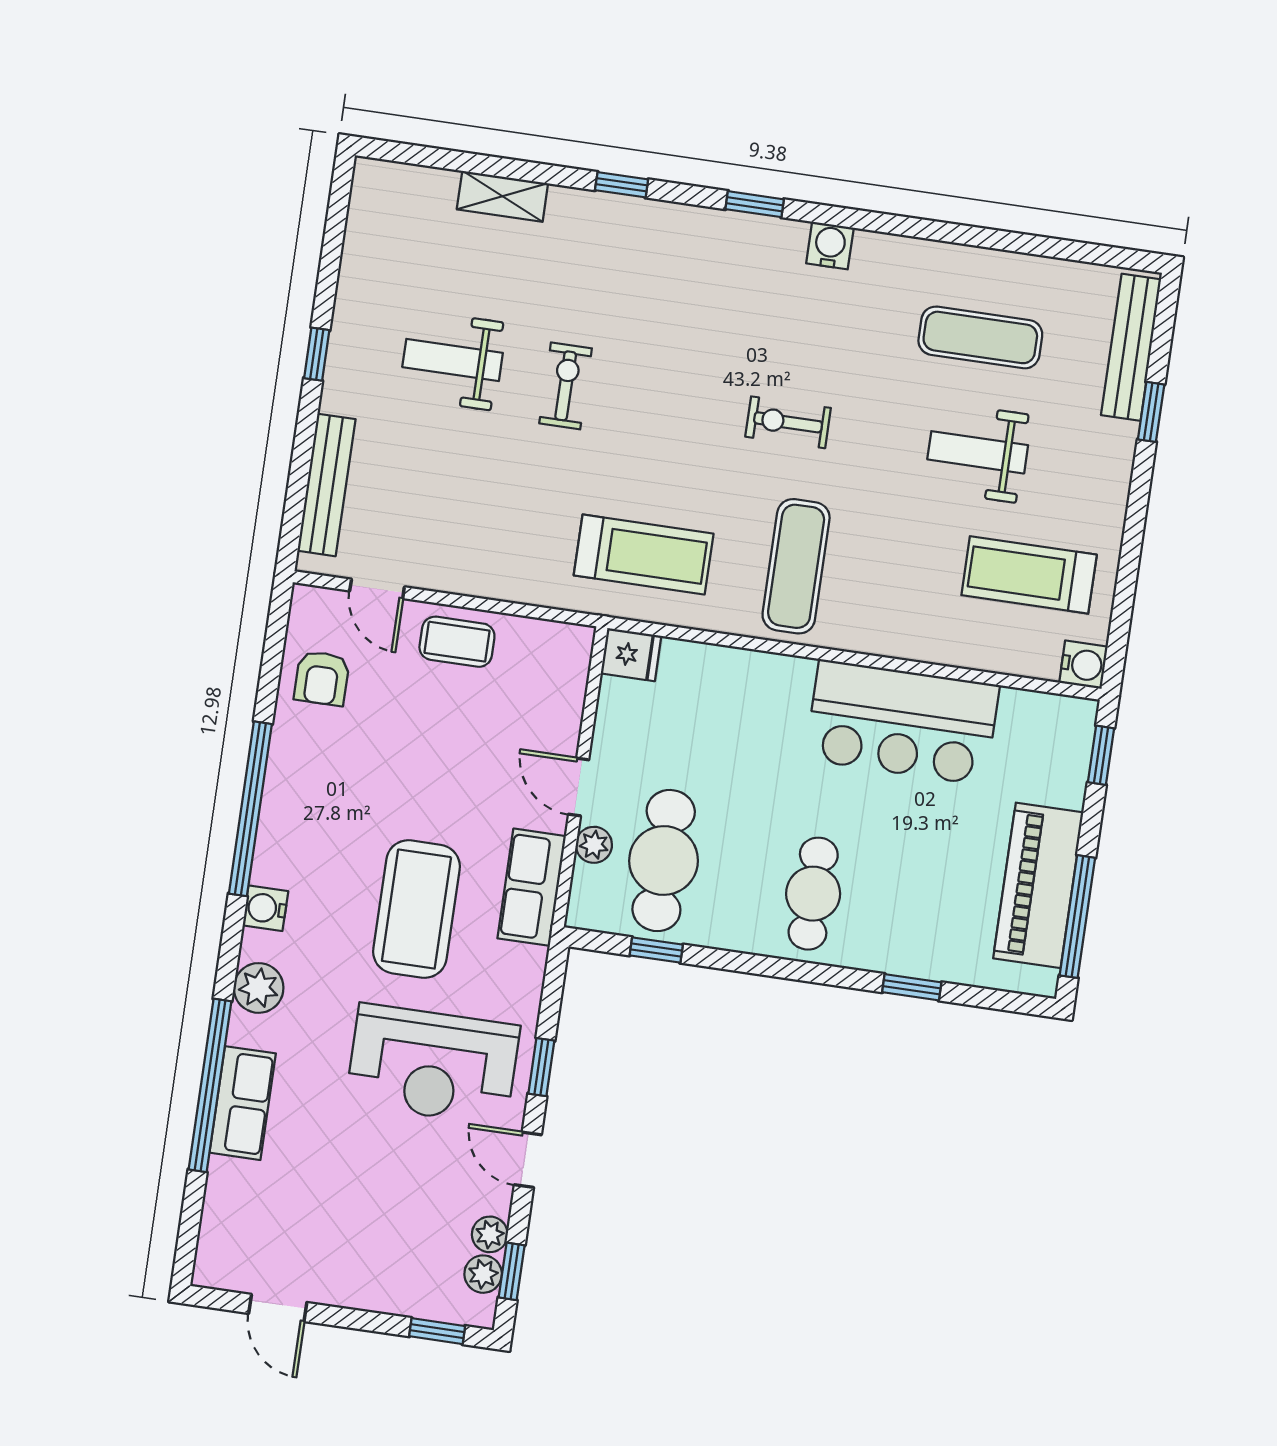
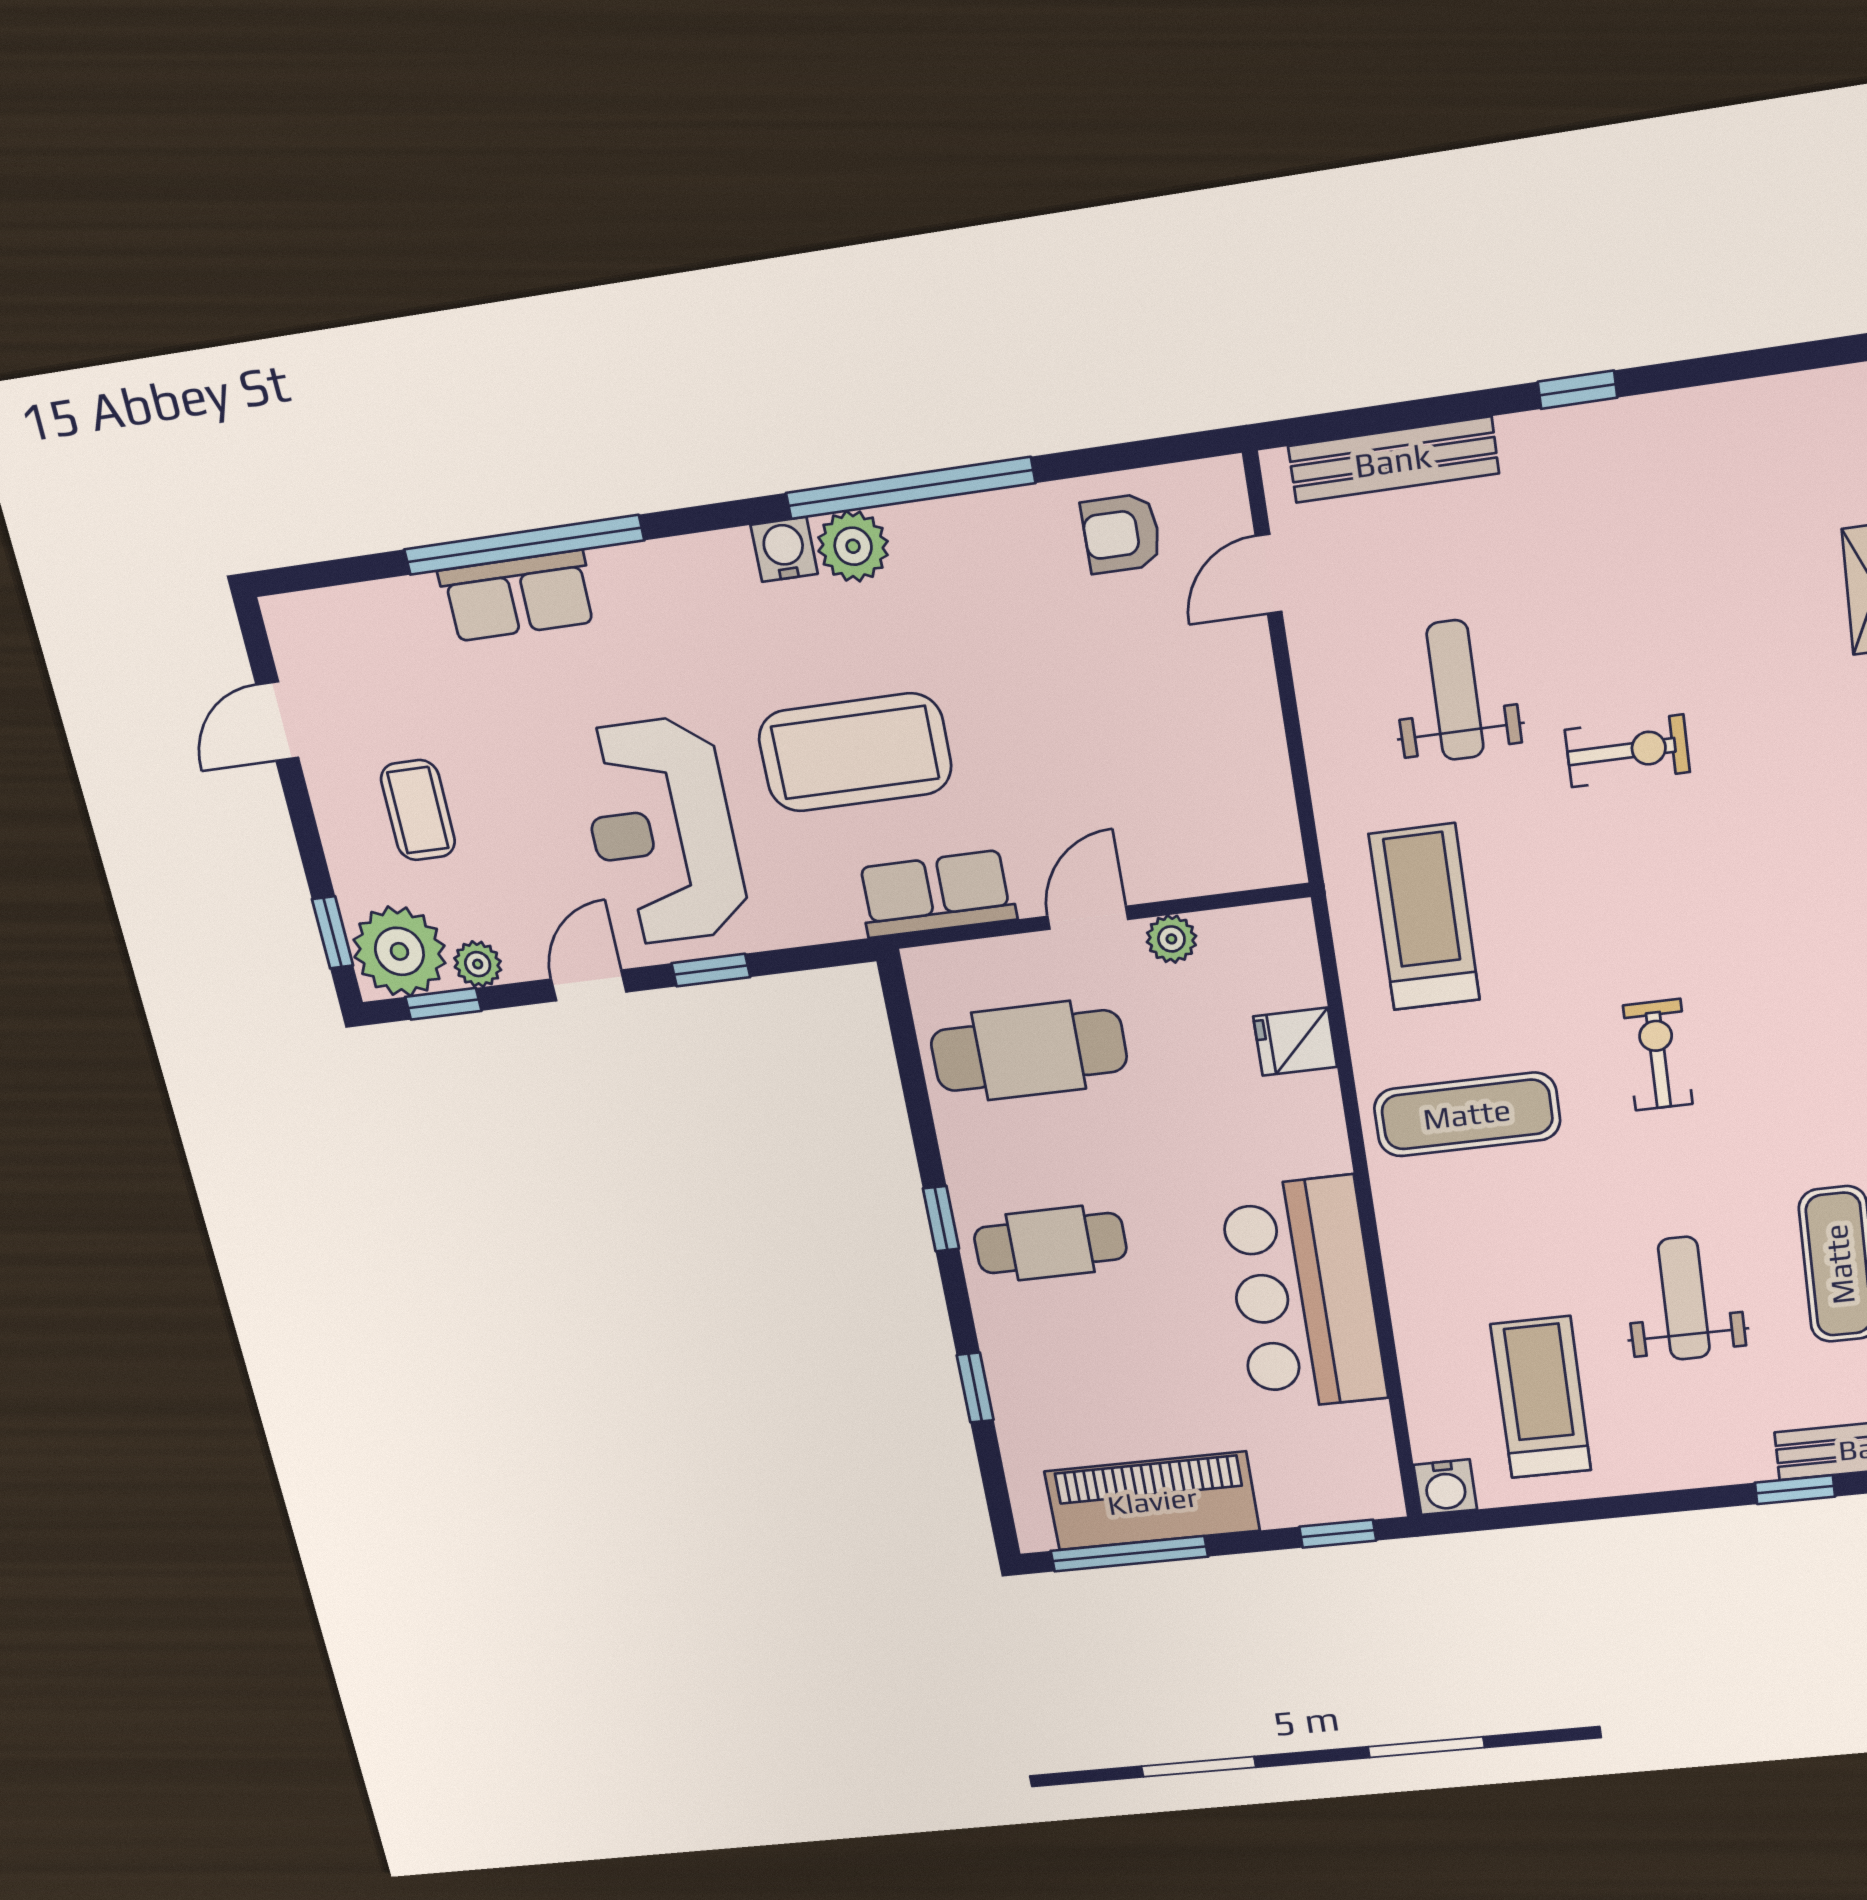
weight bench: (453, 360) -> (1455, 690), moved
treadmill: (644, 554) -> (1424, 917), turned 180
coffee table: (457, 642) -> (418, 810), moved
fridge: (631, 655) -> (1295, 1042), moved, turned 90
plant: (594, 845) -> (1171, 939), moved
window: (656, 950) -> (941, 1219), moved
plant: (259, 988) -> (853, 546), moved
plant: (483, 1274) -> (399, 951), width x1.87, depth x1.87

